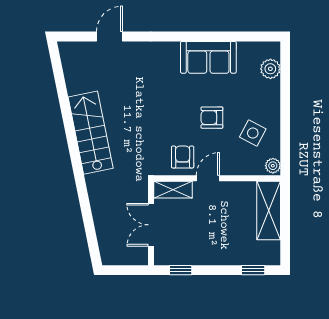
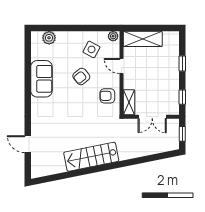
armchair: (212, 118) -> (81, 76), turned 51
door: (208, 178) -> (121, 66), moved
window: (125, 270) -> (182, 134), added
window: (253, 270) -> (182, 64), moved

